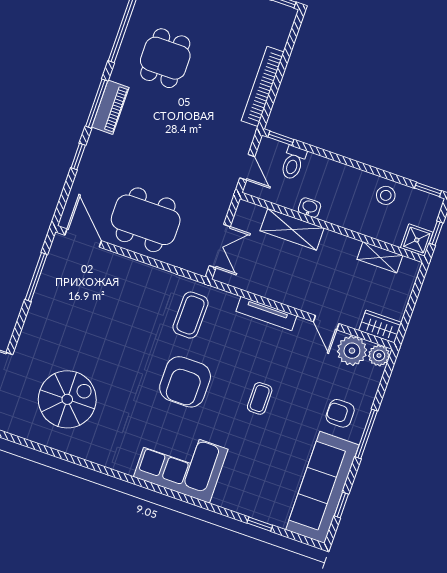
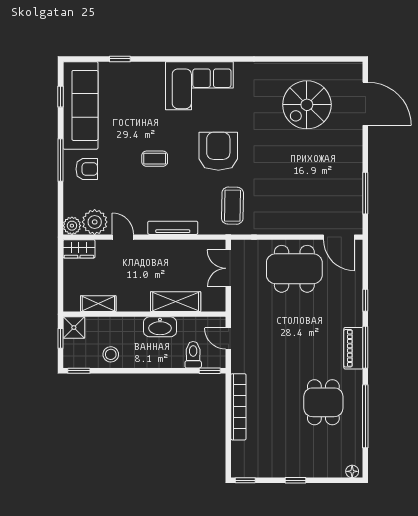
washbasin: (309, 208) -> (160, 327), width x1.91, depth x1.45
coffee table: (260, 398) -> (155, 159), turned 90

